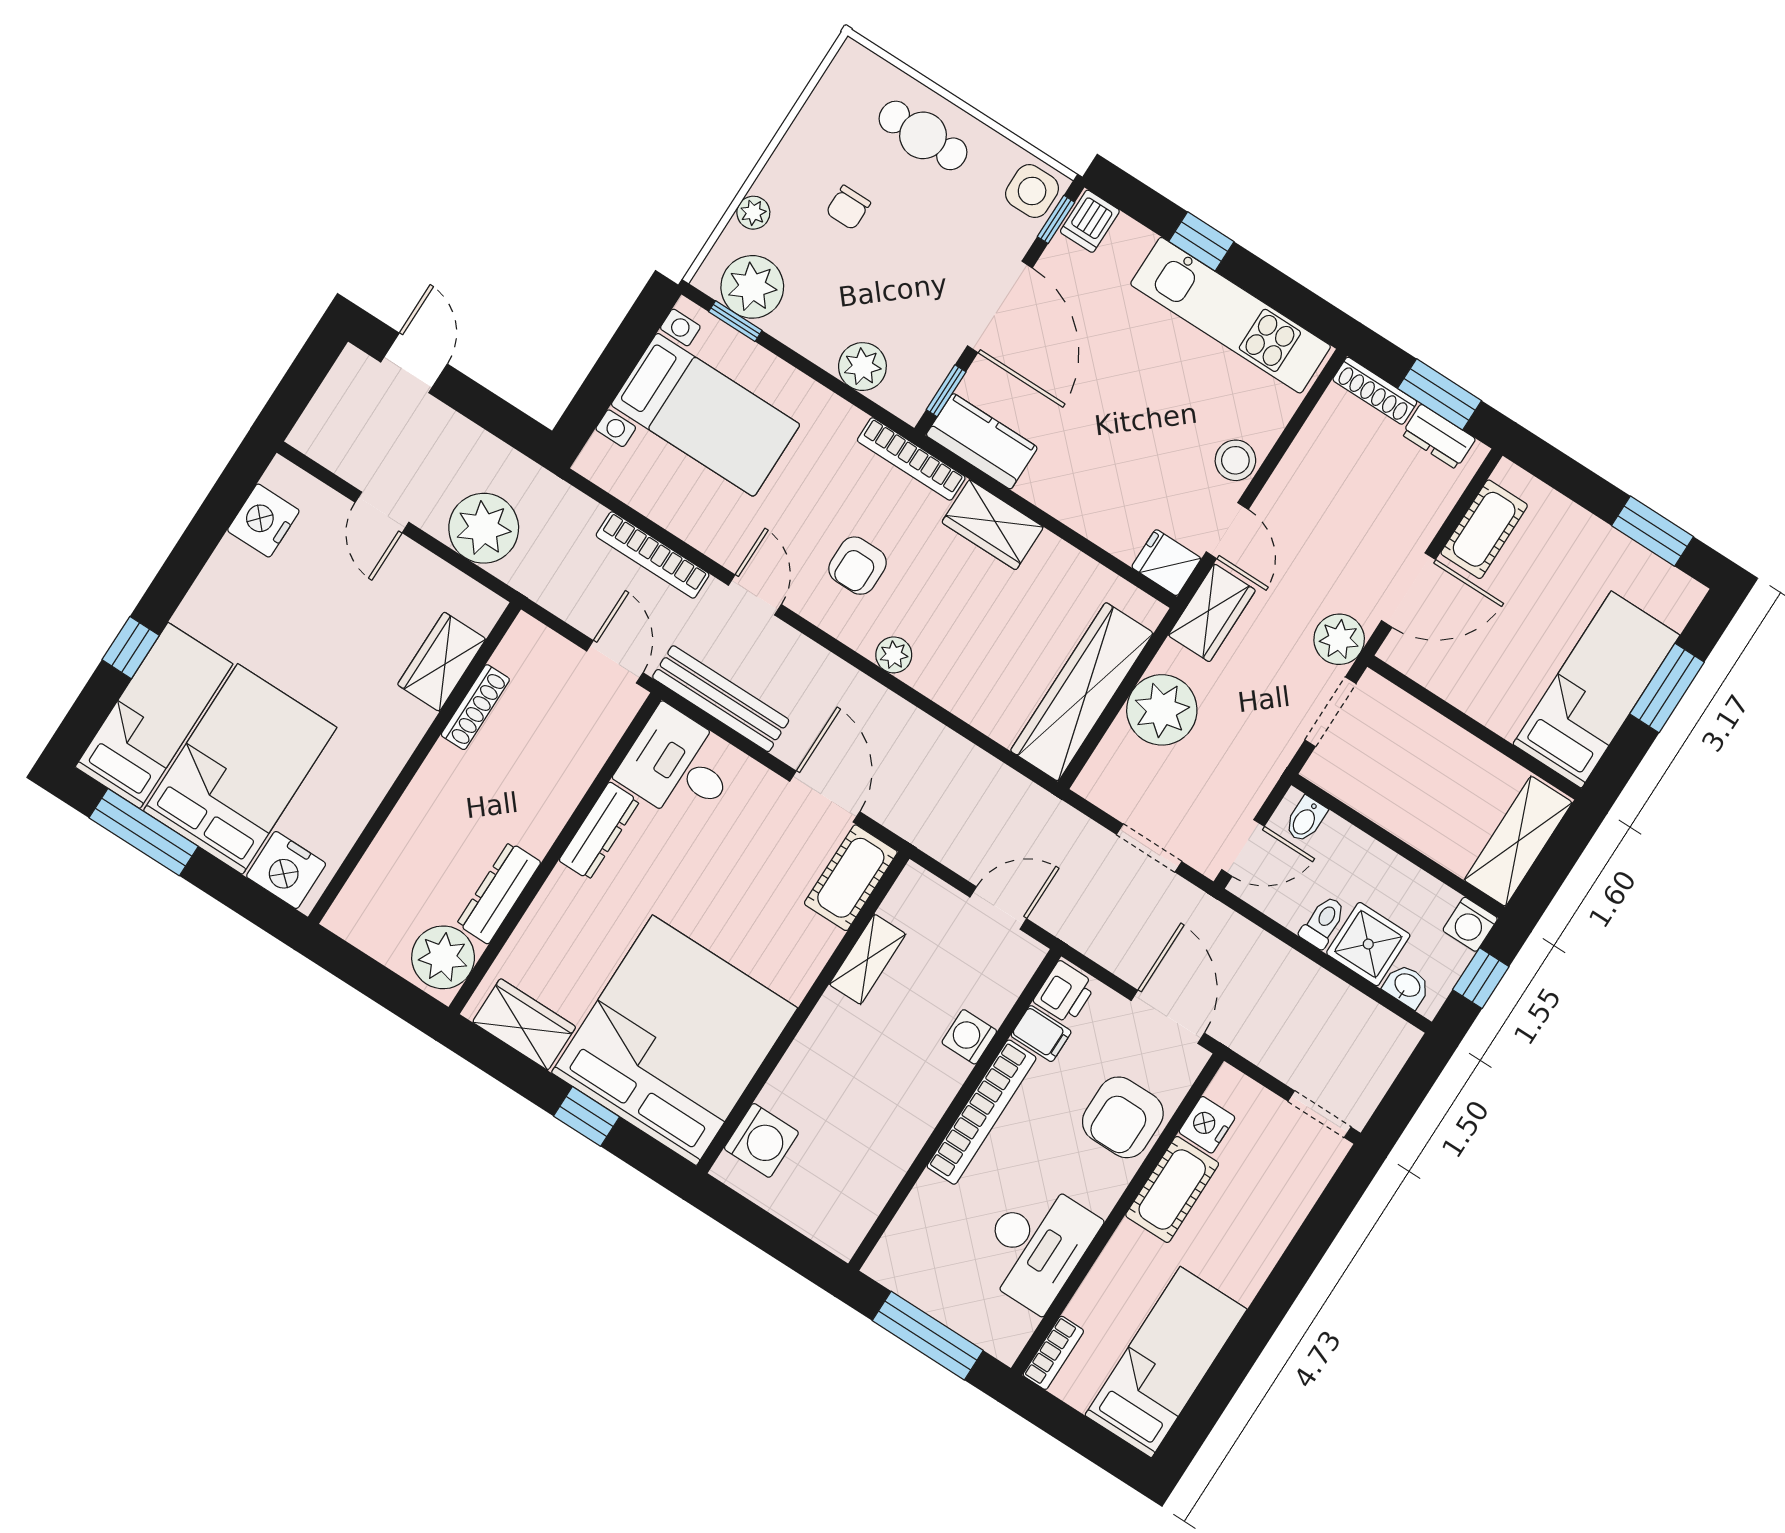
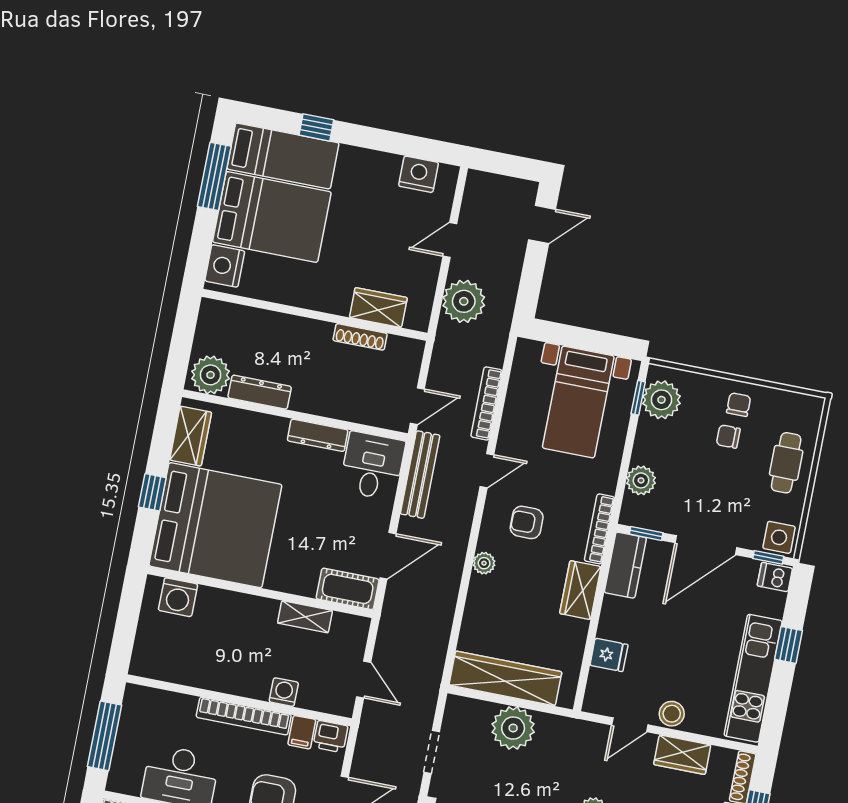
chair: (806, 173) -> (739, 405), added
plant: (753, 213) -> (704, 384), removed
fridge: (1166, 563) -> (609, 655), moved, turned 90
wardrobe: (1212, 613) -> (682, 755), moved

